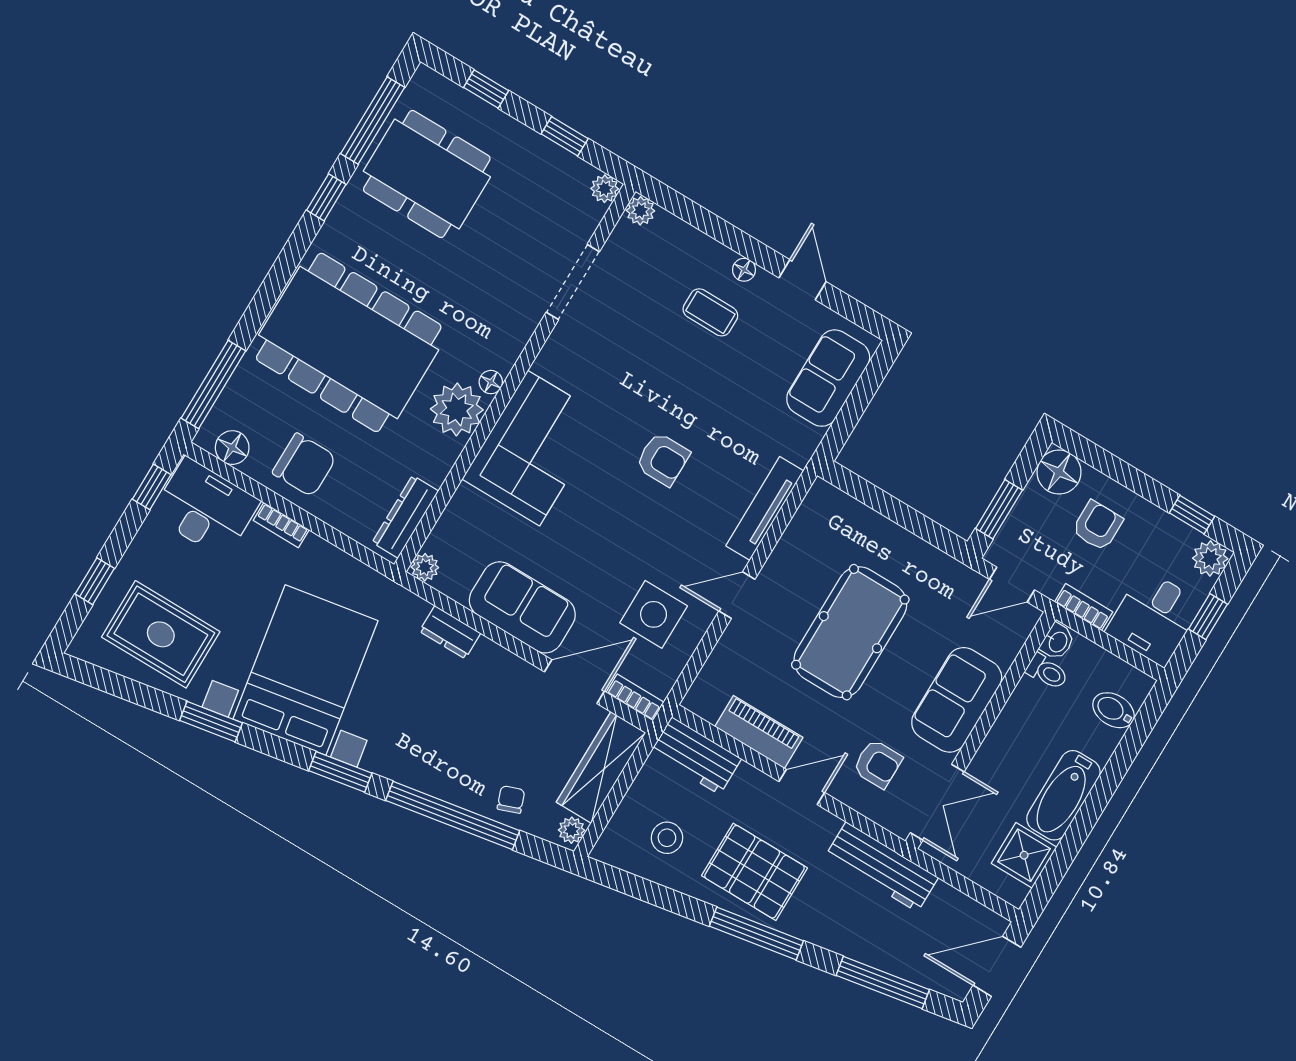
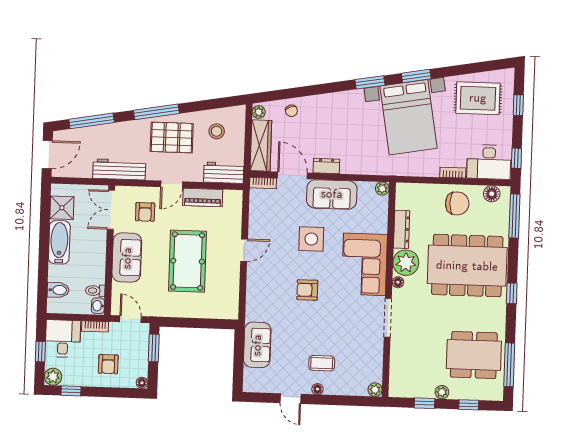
plant: (605, 189) -> (442, 392), moved
window: (326, 197) -> (512, 293), moved
doorway: (573, 282) -> (388, 318), moved
sofa: (828, 378) -> (257, 345), moved
chair: (304, 465) -> (457, 203), turned 180
floor lamp: (1059, 472) -> (142, 383), width x0.53, depth x0.53
tv unit: (765, 508) -> (253, 293), removed
dresser: (405, 517) -> (402, 229), moved
door: (1012, 585) -> (130, 319), hinge flipped
side table: (654, 614) -> (311, 239), moved
dresser: (450, 632) -> (326, 166), moved
door: (574, 682) -> (292, 175), swing flipped
window: (211, 722) -> (416, 76), moved
armchair: (878, 764) -> (145, 212), turned -90
window: (453, 816) -> (312, 90), removed

